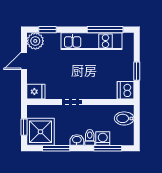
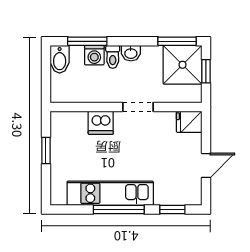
window: (105, 30) -> (119, 210), moved
plant: (35, 41) -> (190, 193), removed
dishwasher: (126, 90) -> (101, 123), moved, turned 90
bidet: (124, 118) -> (60, 59), moved, turned 90
window: (56, 148) -> (177, 41), moved

